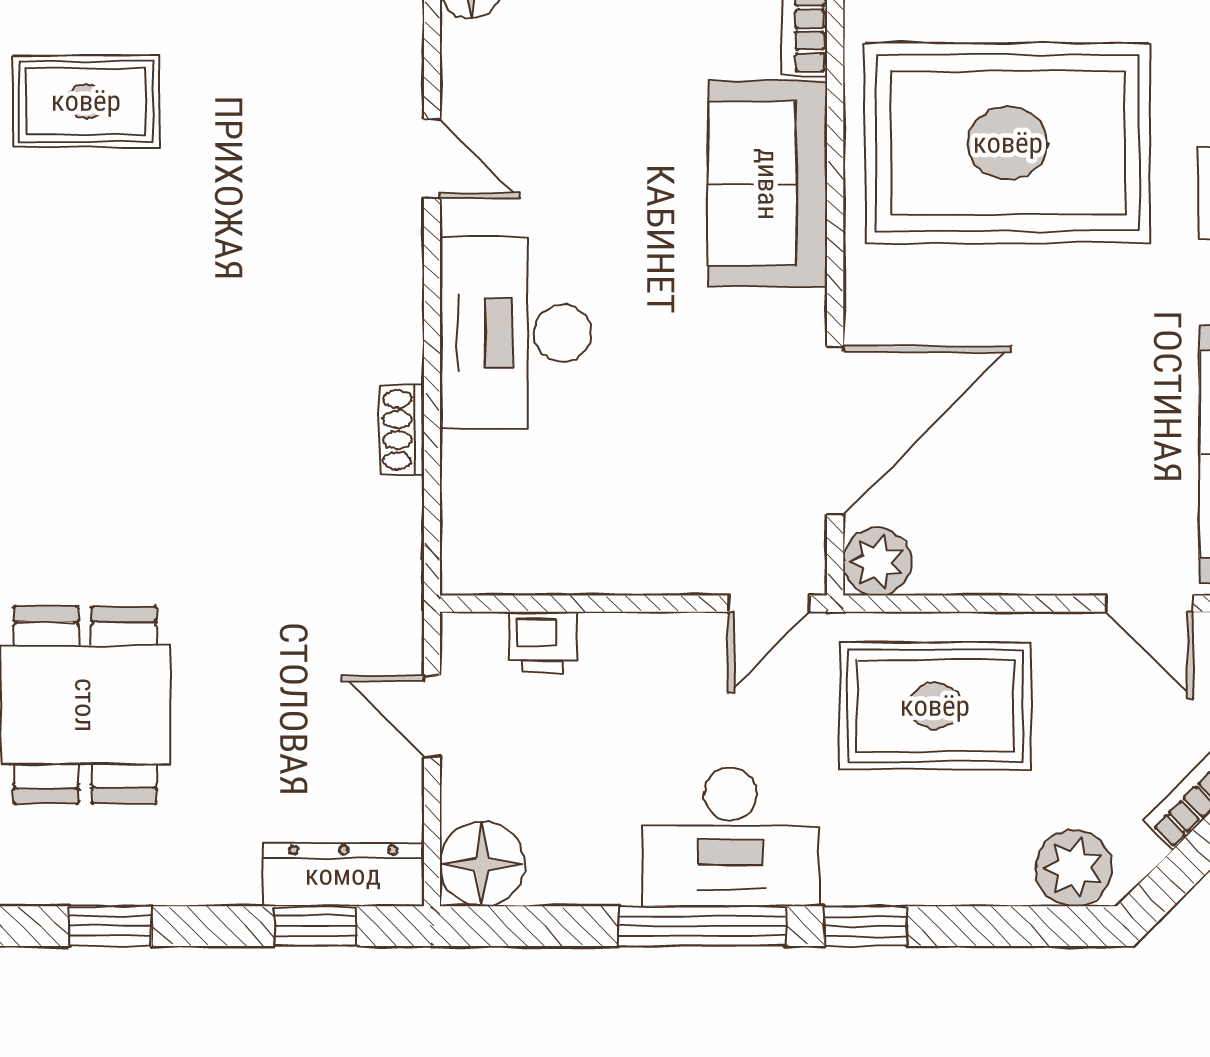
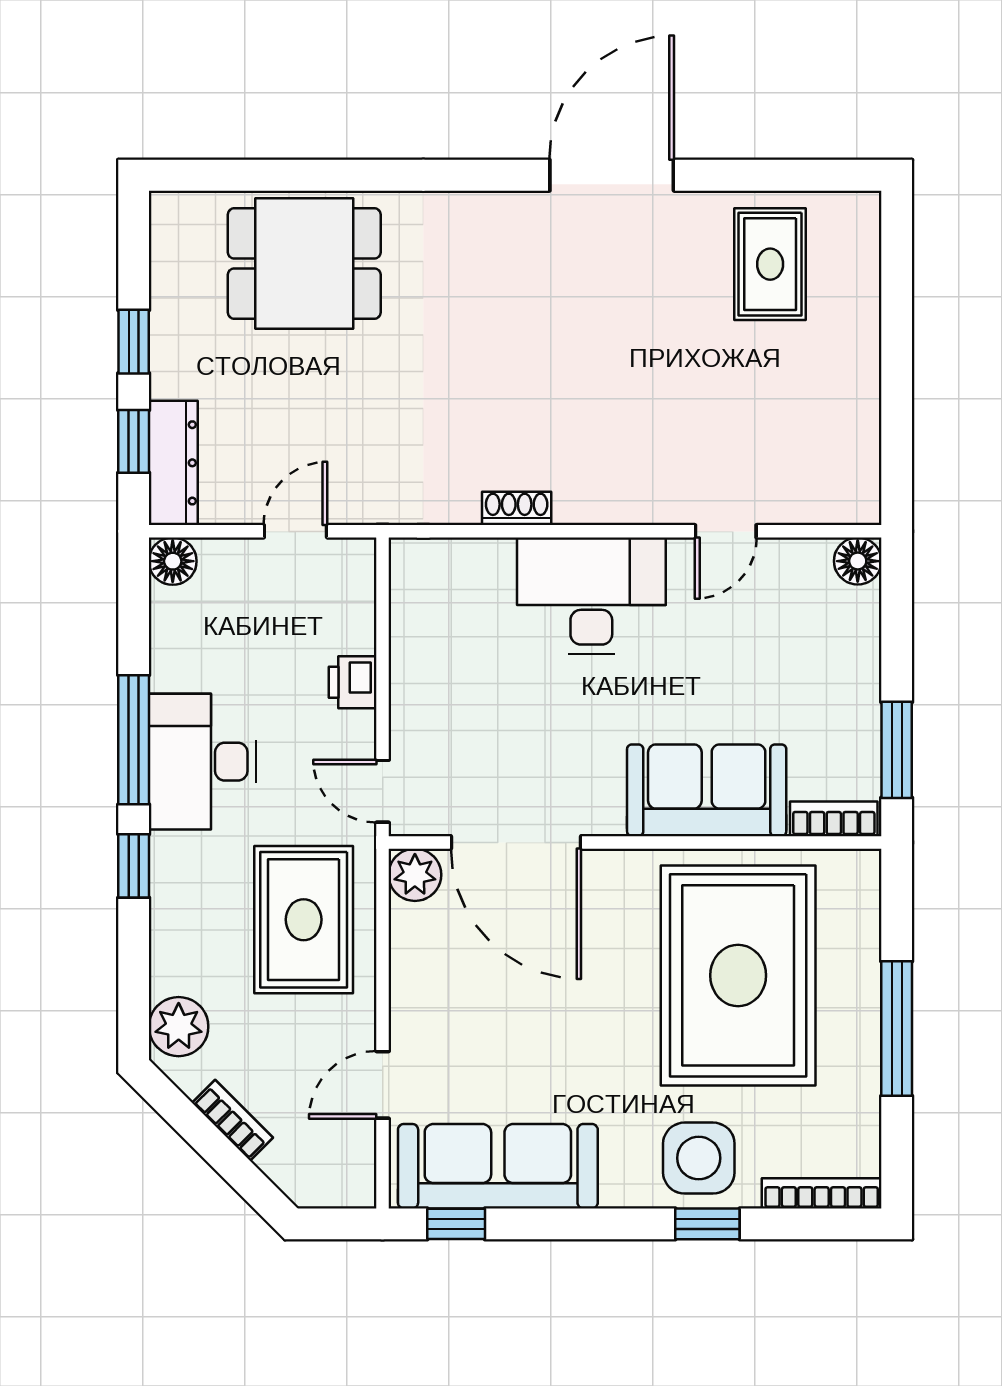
printer: (543, 642) -> (353, 682), moved
floor lamp: (482, 864) -> (173, 561), width x0.73, depth x0.73
window: (110, 926) -> (134, 342), moved

